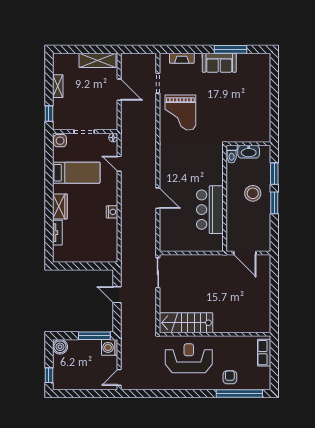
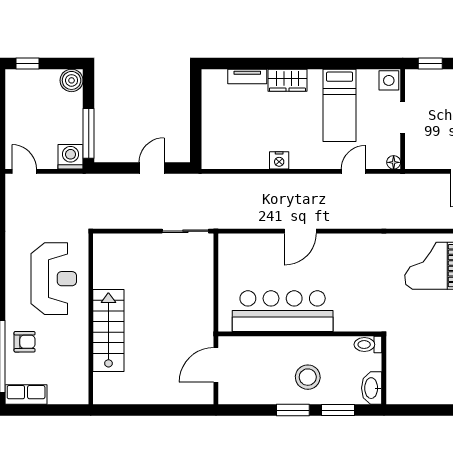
washbasin: (249, 152) -> (372, 388), moved
bar counter: (210, 210) -> (283, 311), width x1.36
stairs: (186, 323) -> (108, 331), moved
row of seats: (264, 353) -> (26, 395), moved

